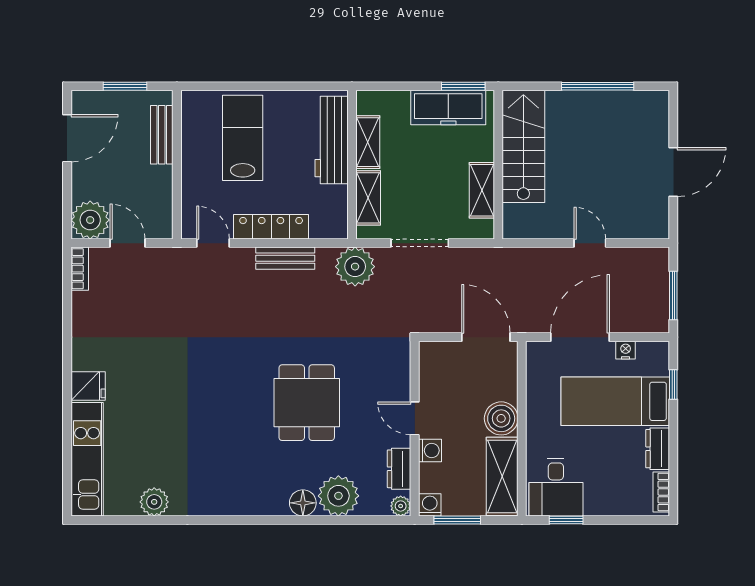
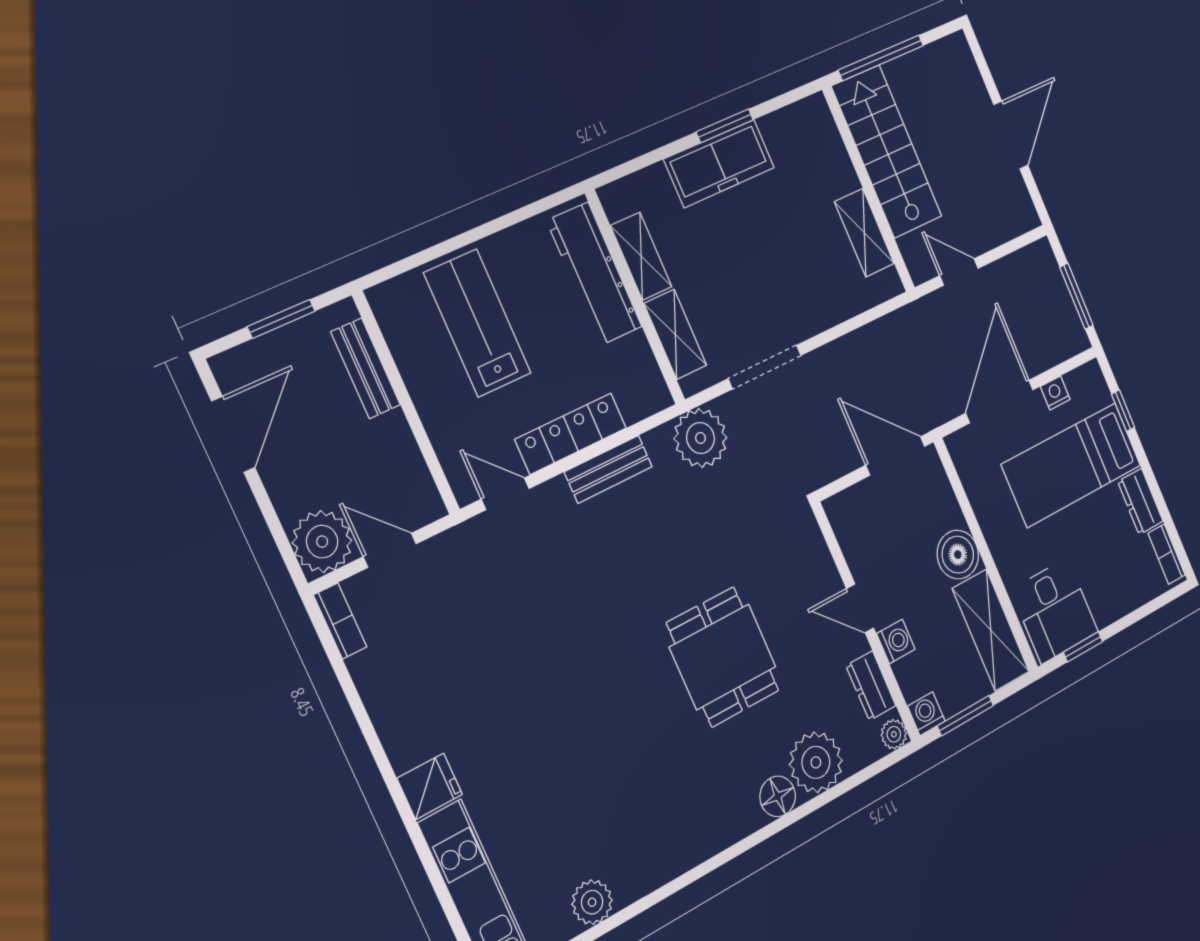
stairs: (523, 146) -> (887, 151), moved
wall: (498, 165) -> (869, 189), moved
shelving: (482, 190) -> (864, 233), moved

